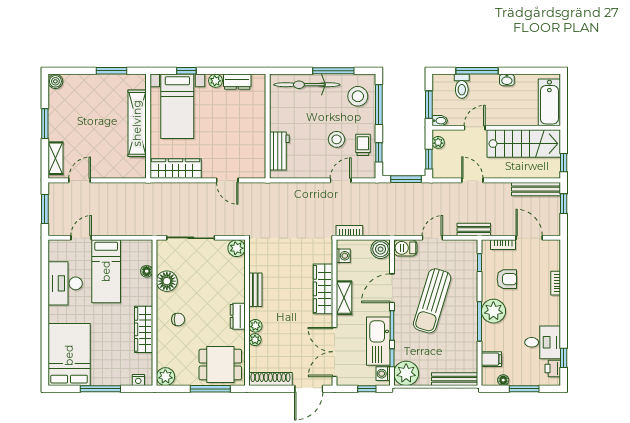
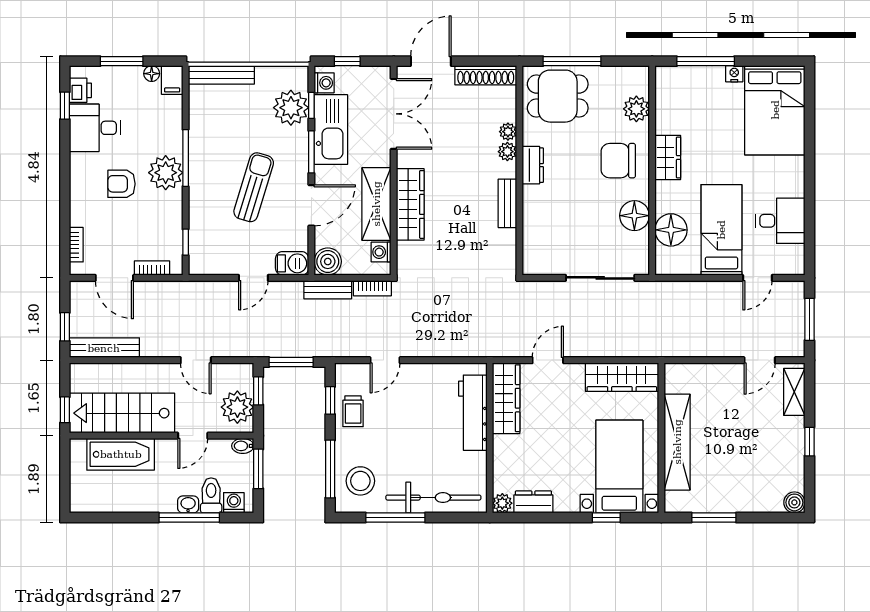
washbasin: (507, 80) -> (188, 504), moved
plant: (216, 81) -> (502, 503), moved
washing machine: (446, 81) -> (234, 503), added
bathtub: (549, 102) -> (121, 454), moved, turned 90
window: (45, 124) -> (809, 442), width x0.67
stool: (337, 139) -> (391, 419), removed
plant: (438, 142) -> (237, 407), width x1.88, depth x1.88
workbench: (279, 151) -> (473, 413), width x1.37
wardrobe: (256, 154) -> (506, 398), added
window: (564, 163) -> (65, 410), moved
door: (227, 180) -> (548, 360), hinge flipped
bench: (474, 229) -> (328, 290), moved
plant: (237, 248) -> (534, 263), removed
floor lamp: (147, 271) -> (671, 230), width x1.89, depth x1.89
armchair: (507, 279) -> (121, 184), moved
desk: (65, 283) -> (780, 221), width x0.73
bookcase: (556, 283) -> (76, 245), moved
shelving: (344, 298) -> (376, 204), width x1.50, depth x1.33
sun lounger: (432, 301) -> (254, 187), width x0.73, depth x0.75
chair: (178, 319) -> (618, 161), width x1.87, depth x1.87
wardrobe: (144, 329) -> (668, 157), width x0.67
filing cabinet: (491, 359) -> (172, 80), moved, turned -90
plant: (406, 373) -> (291, 108), moved
plant: (165, 377) -> (636, 109), moved
nightstand: (138, 380) -> (734, 74), moved
window: (100, 389) -> (706, 61), moved

